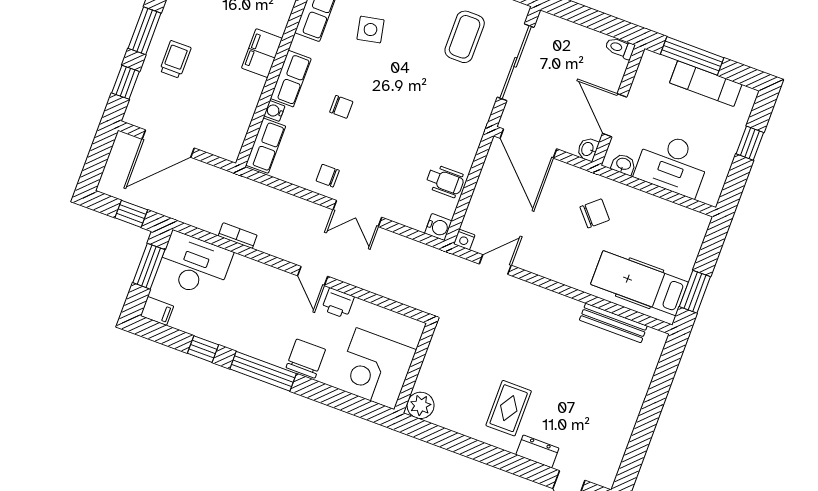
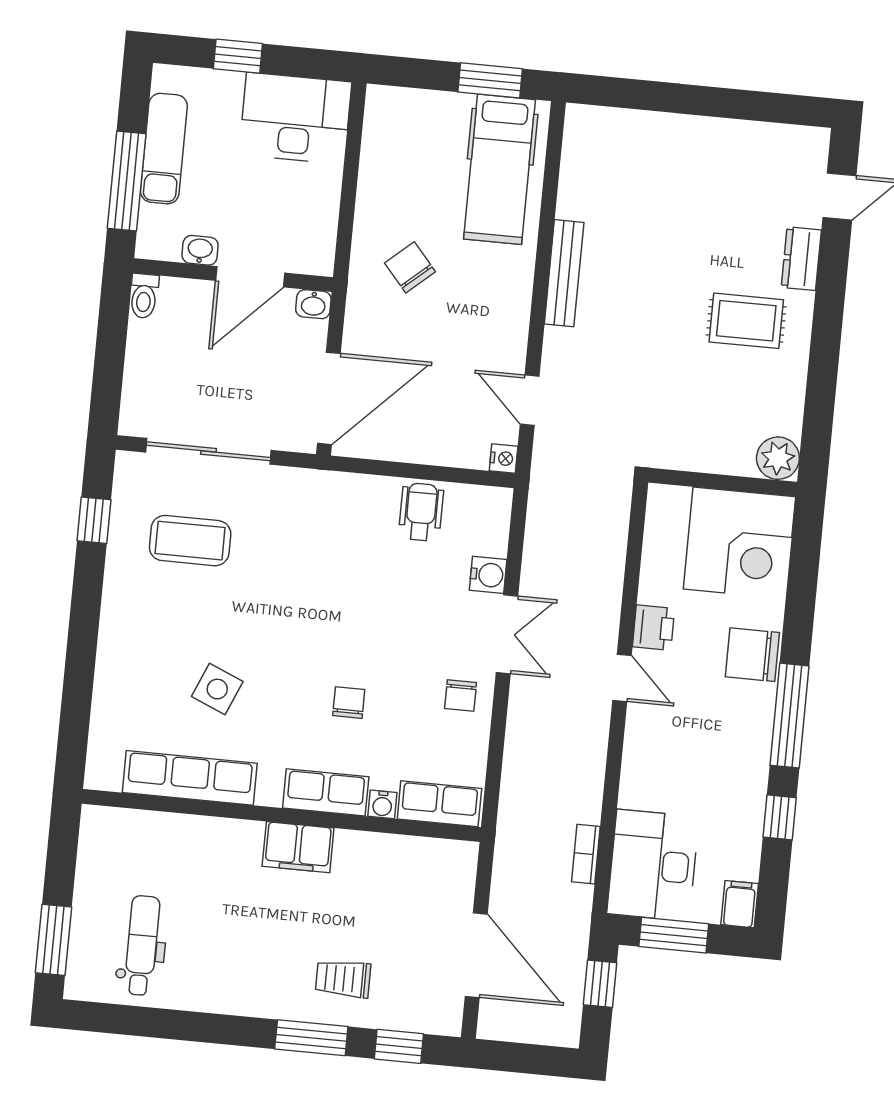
side table: (370, 30) -> (217, 689), turned 34
washbasin: (623, 164) -> (200, 250), moved, turned 90
desk: (672, 164) -> (295, 118), moved, turned -90
water cooler: (438, 227) -> (488, 575), moved, turned 90
bookcase: (238, 236) -> (586, 854), moved
door: (313, 276) -> (622, 678), hinge flipped
bench: (613, 323) -> (564, 273), moved

